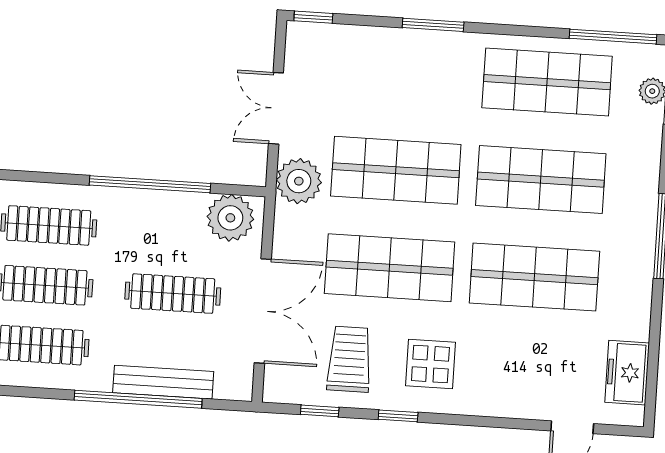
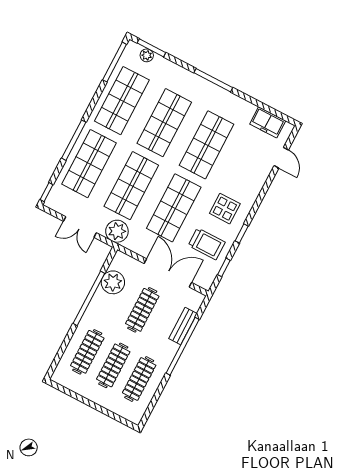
window: (433, 25) -> (74, 140), width x1.44
shop shelf: (402, 73) -> (89, 164), added
plant: (230, 218) -> (113, 282), moved
trolley: (349, 359) -> (207, 244), turned 180
bench: (163, 382) -> (183, 326), width x0.73

